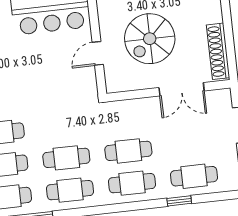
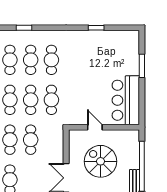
cafe table: (63, 126) -> (51, 100), added

